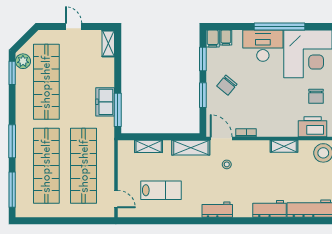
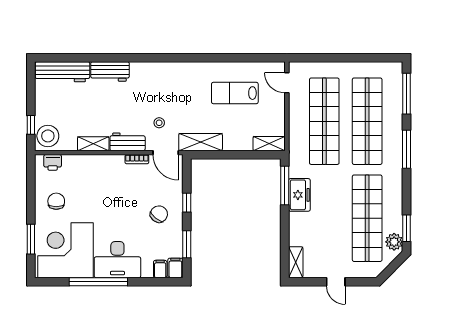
window: (203, 95) -> (187, 203), width x0.67
printer: (313, 127) -> (53, 162), width x0.53, depth x0.68
shelving: (149, 146) -> (269, 144), moved
workbench: (217, 210) -> (128, 142), moved, turned 180

